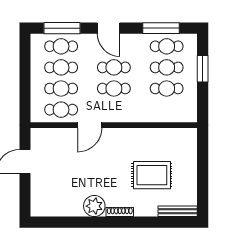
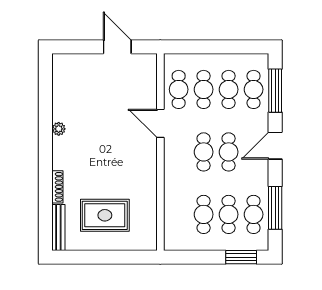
window: (203, 69) -> (241, 257), moved
rug: (152, 175) -> (105, 215), moved, turned 90
plant: (94, 206) -> (59, 129), width x0.53, depth x0.53
shoe rack: (120, 212) -> (57, 187), moved

